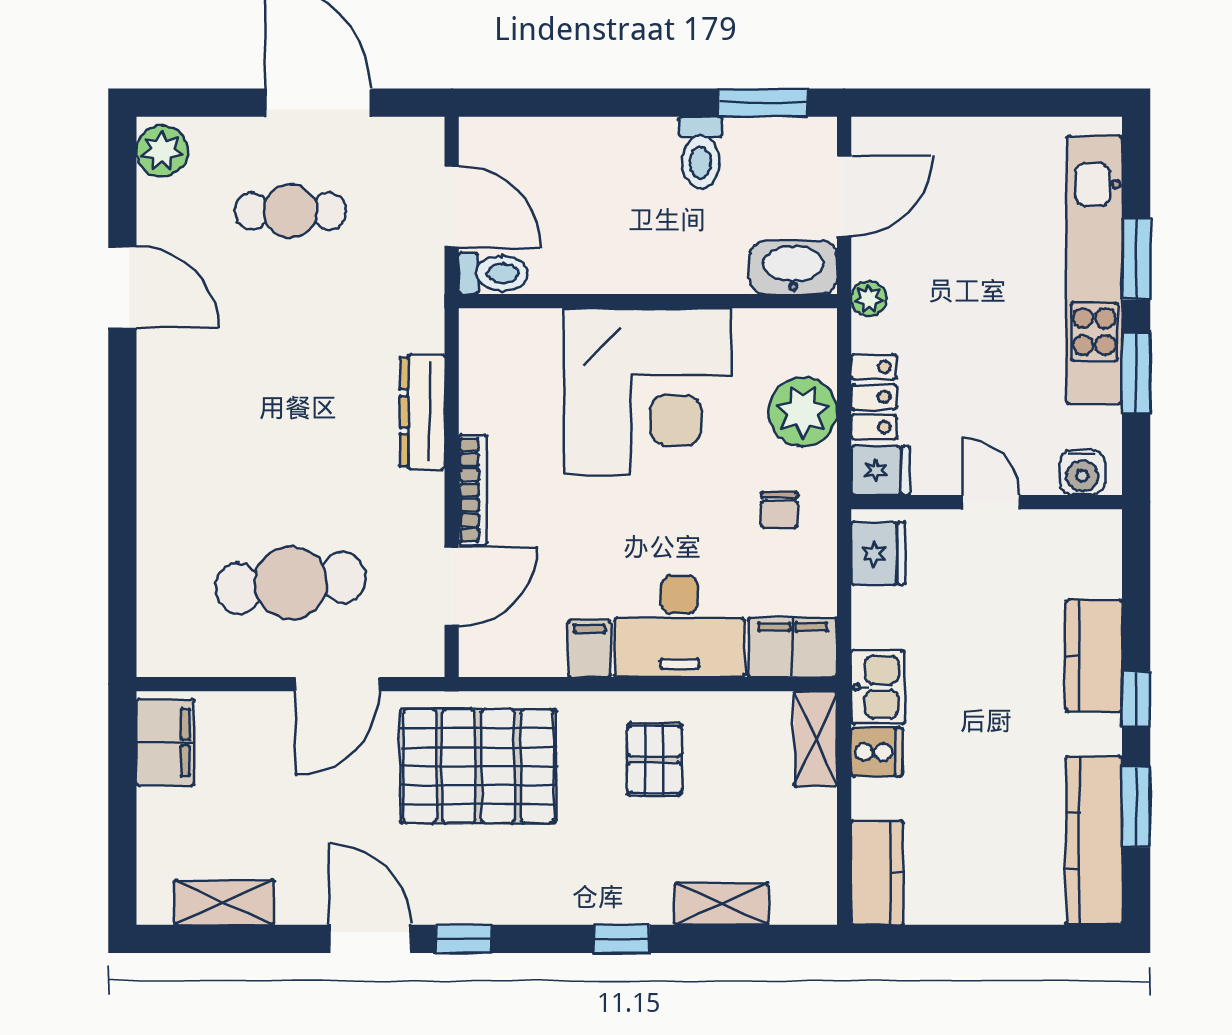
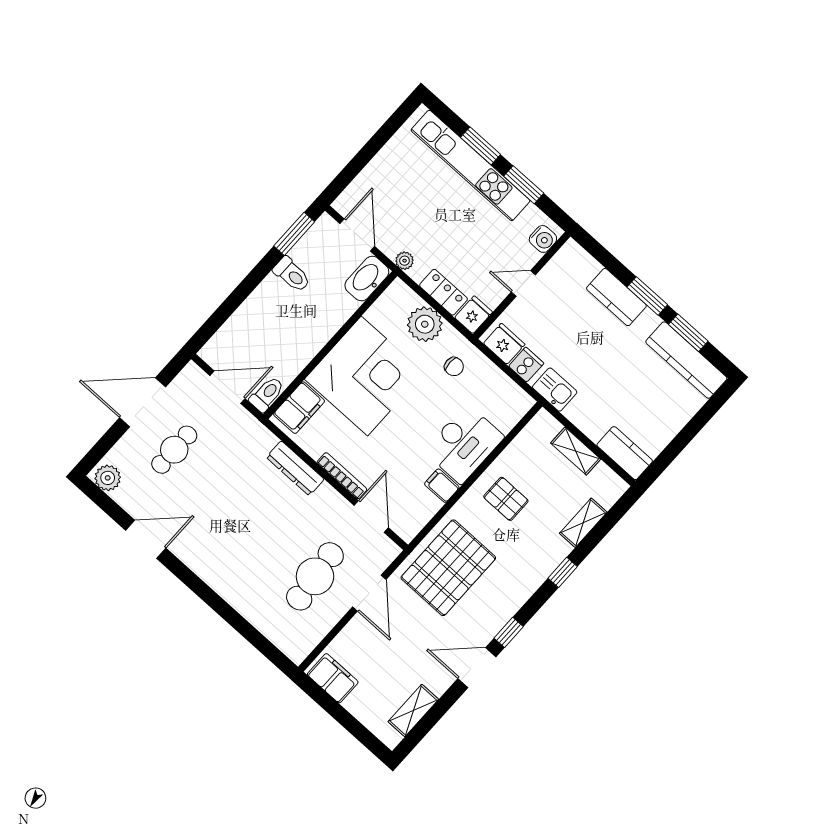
filing cabinet: (793, 648) -> (299, 408), moved, turned 180
window: (1136, 699) -> (647, 296), width x1.50
shelving: (816, 739) -> (576, 451), moved
cooker: (877, 752) -> (526, 365), moved

